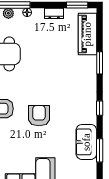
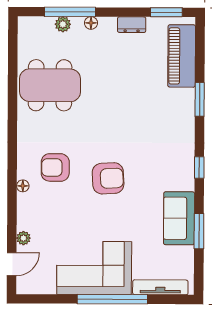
armchair: (39, 116) -> (108, 178), turned 87

